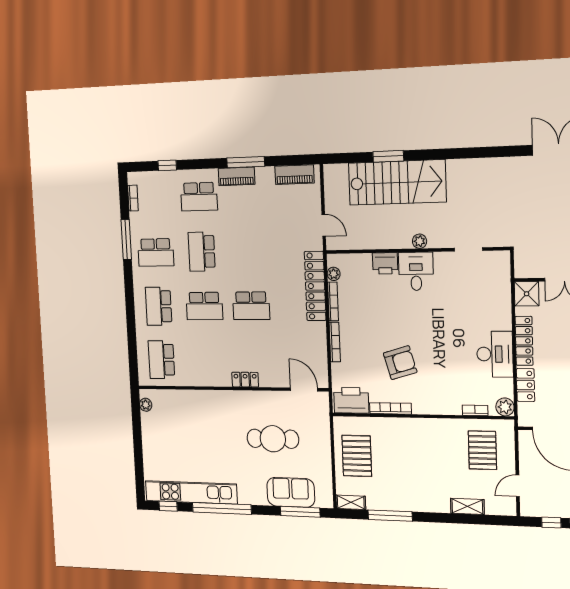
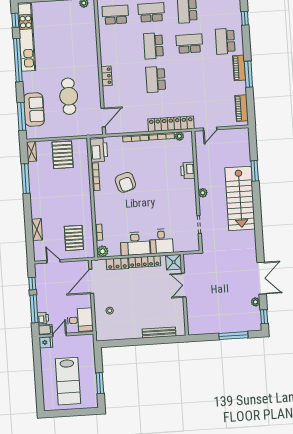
stairs: (397, 182) -> (240, 198), moved
desk: (416, 271) -> (161, 241), moved, turned 90
pallet: (482, 450) -> (74, 238), turned 90
pallet: (357, 456) -> (63, 155), turned 90

